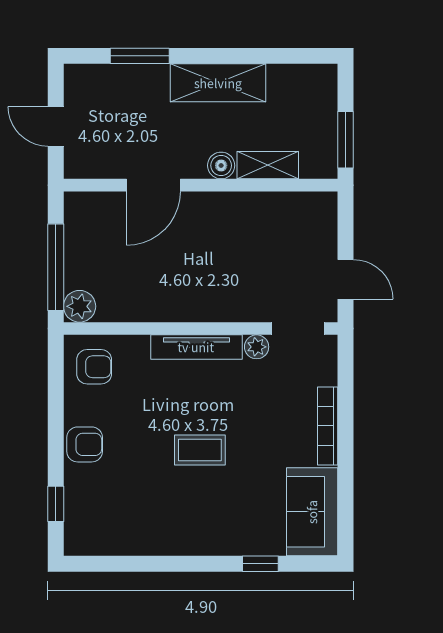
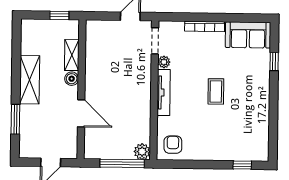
window: (346, 140) -> (59, 15), width x0.67
armchair: (85, 444) -> (212, 150), removed

